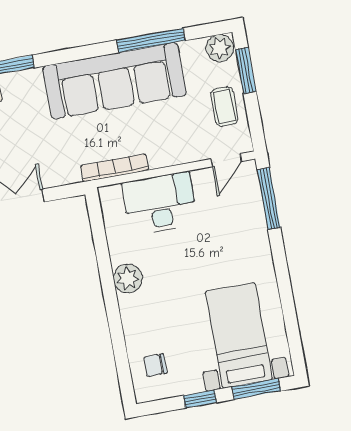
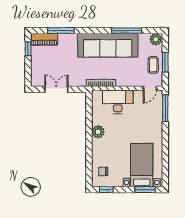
window: (246, 70) -> (165, 62), moved
window: (200, 399) -> (106, 190), moved

